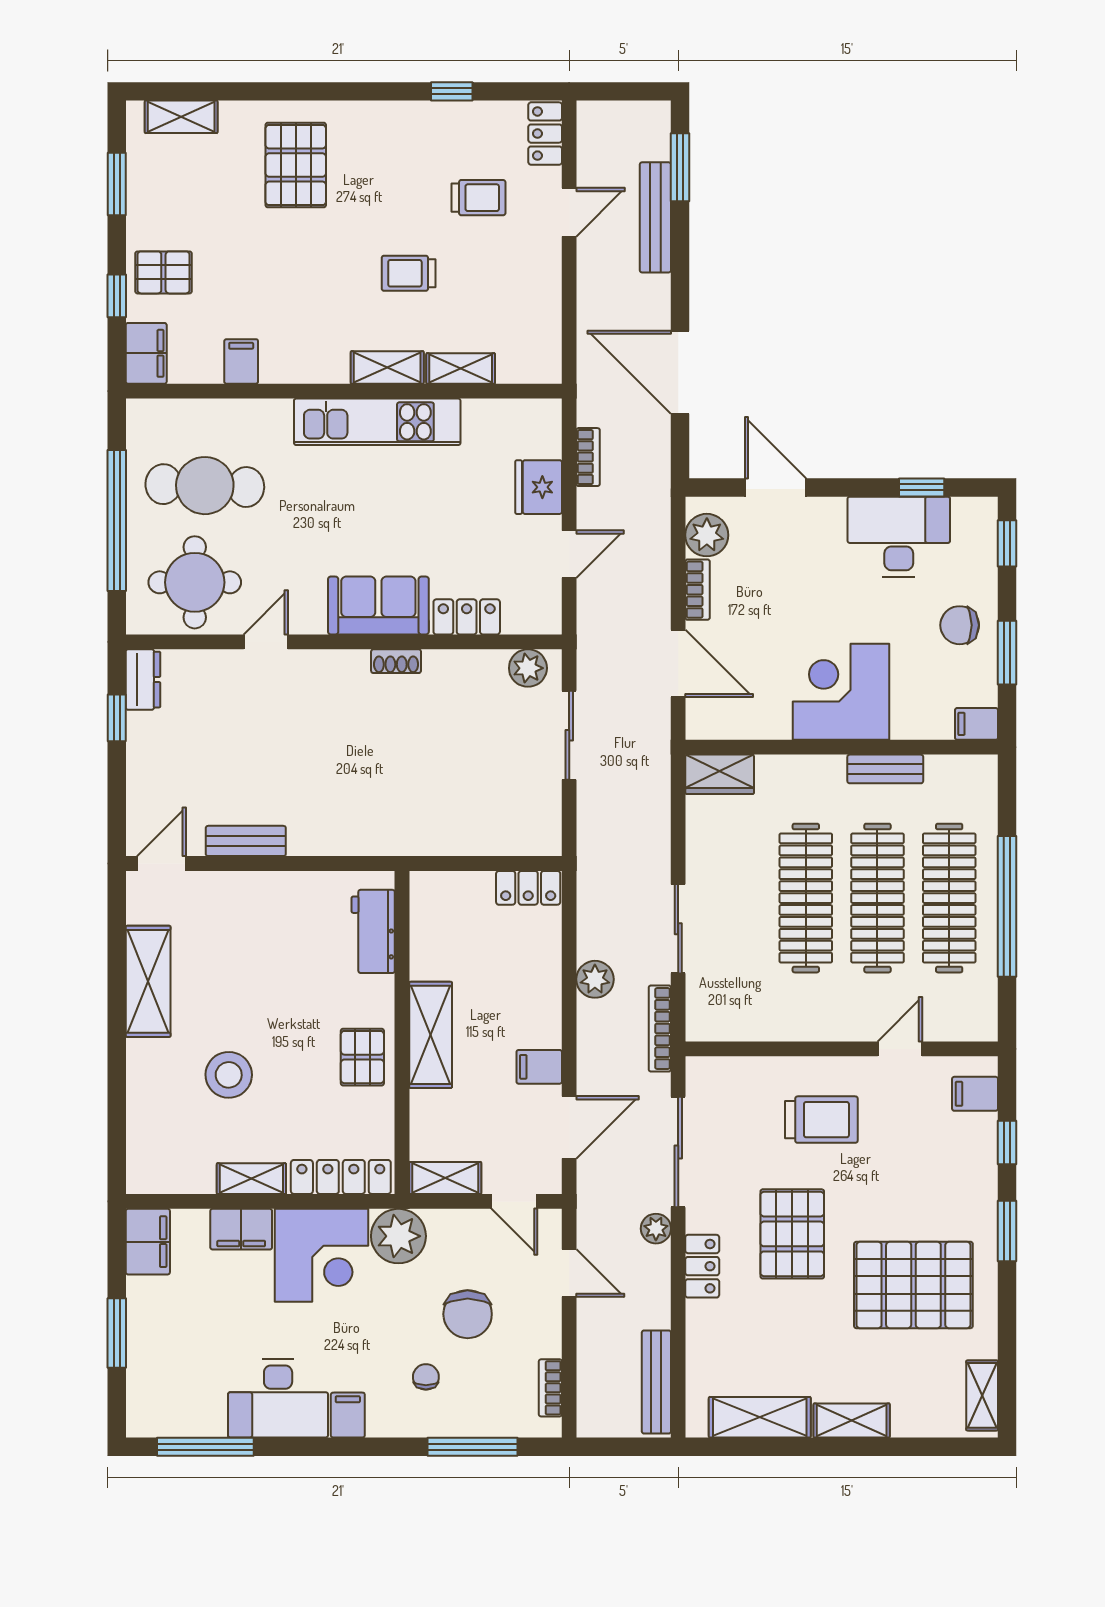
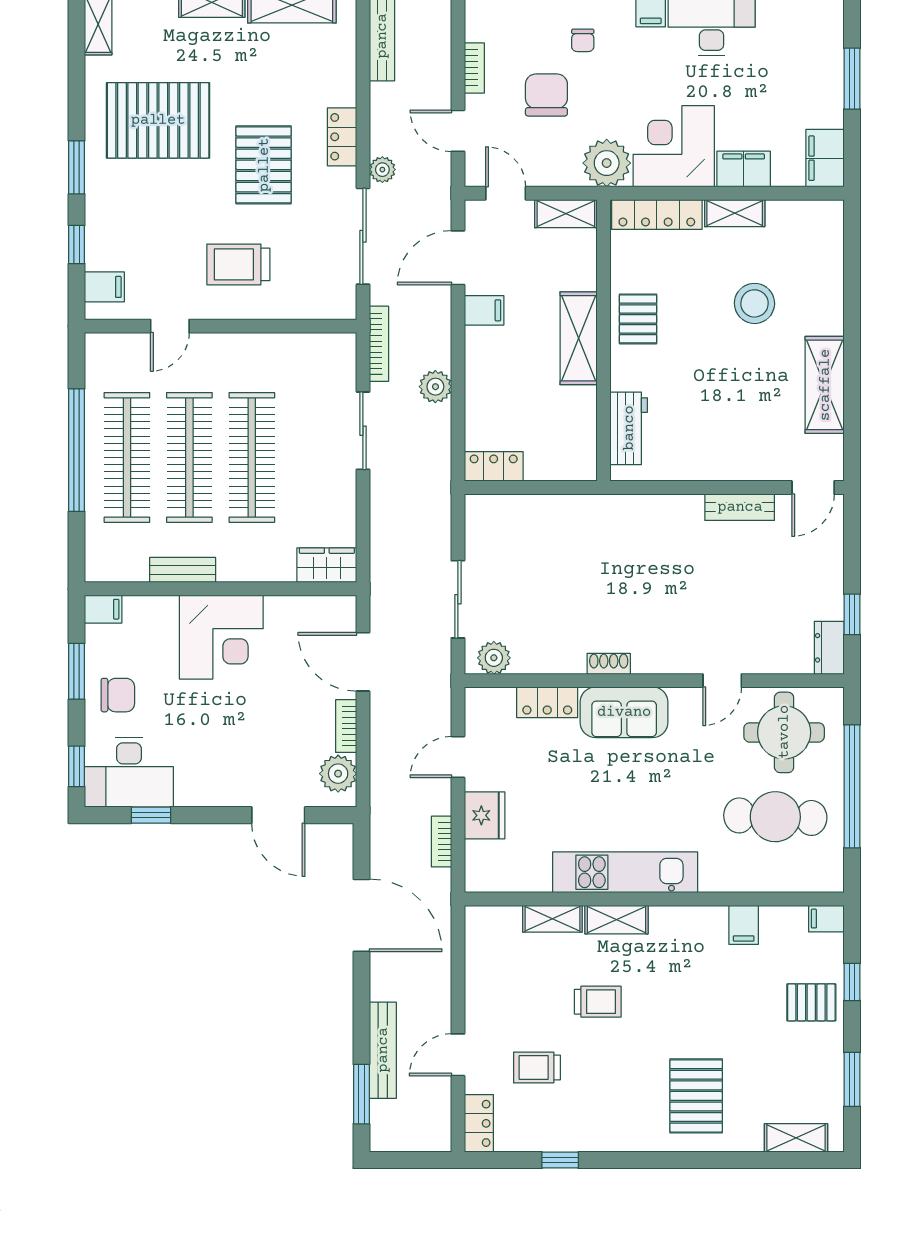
filing cabinet: (146, 353) -> (826, 919), width x0.50
desk: (899, 537) -> (129, 772), moved
bookcase: (550, 1388) -> (474, 68), moved

